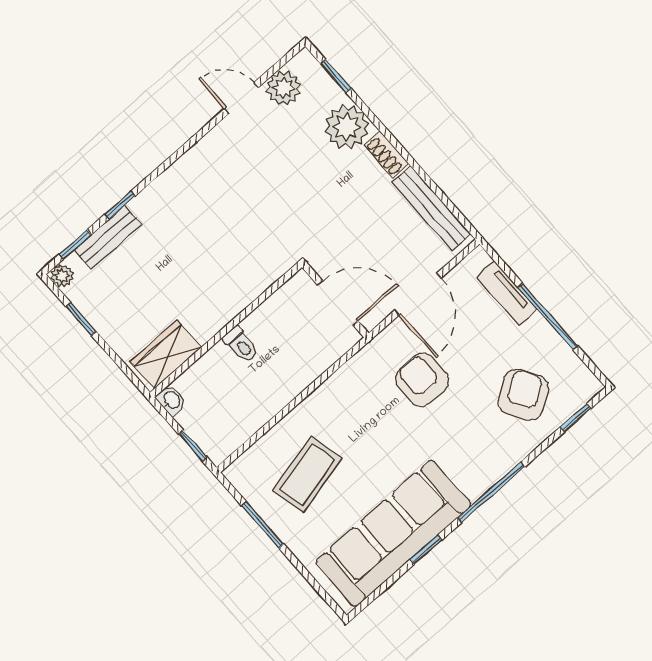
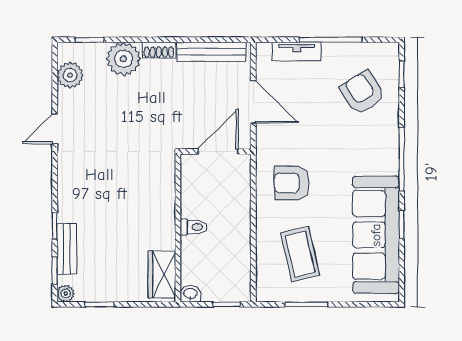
door: (241, 98) -> (55, 129), moved
armchair: (422, 380) -> (292, 183), moved

